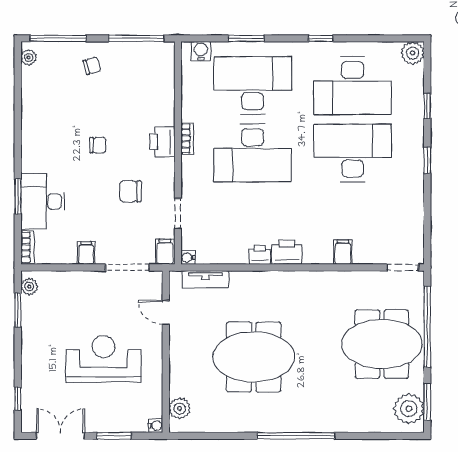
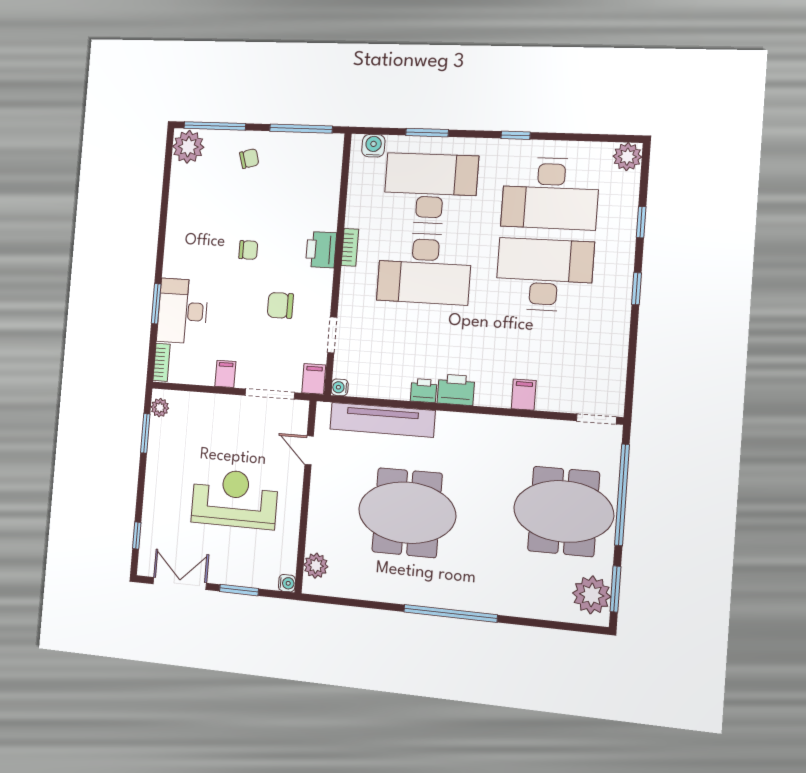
plant: (29, 57) -> (188, 147), width x1.88, depth x1.88
tv unit: (206, 279) -> (382, 420), width x1.92, depth x1.29

